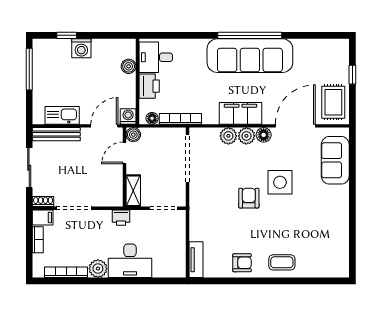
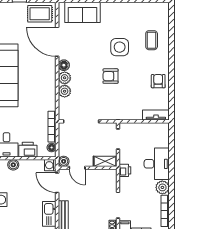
filing cabinet: (240, 113) -> (48, 82), removed
side table: (280, 182) -> (120, 47), moved
coffee table: (282, 262) -> (152, 40), moved

